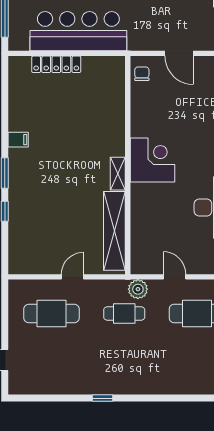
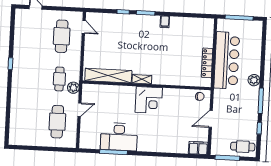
locker: (56, 64) -> (207, 63), moved
door: (73, 277) -> (84, 27), moved

